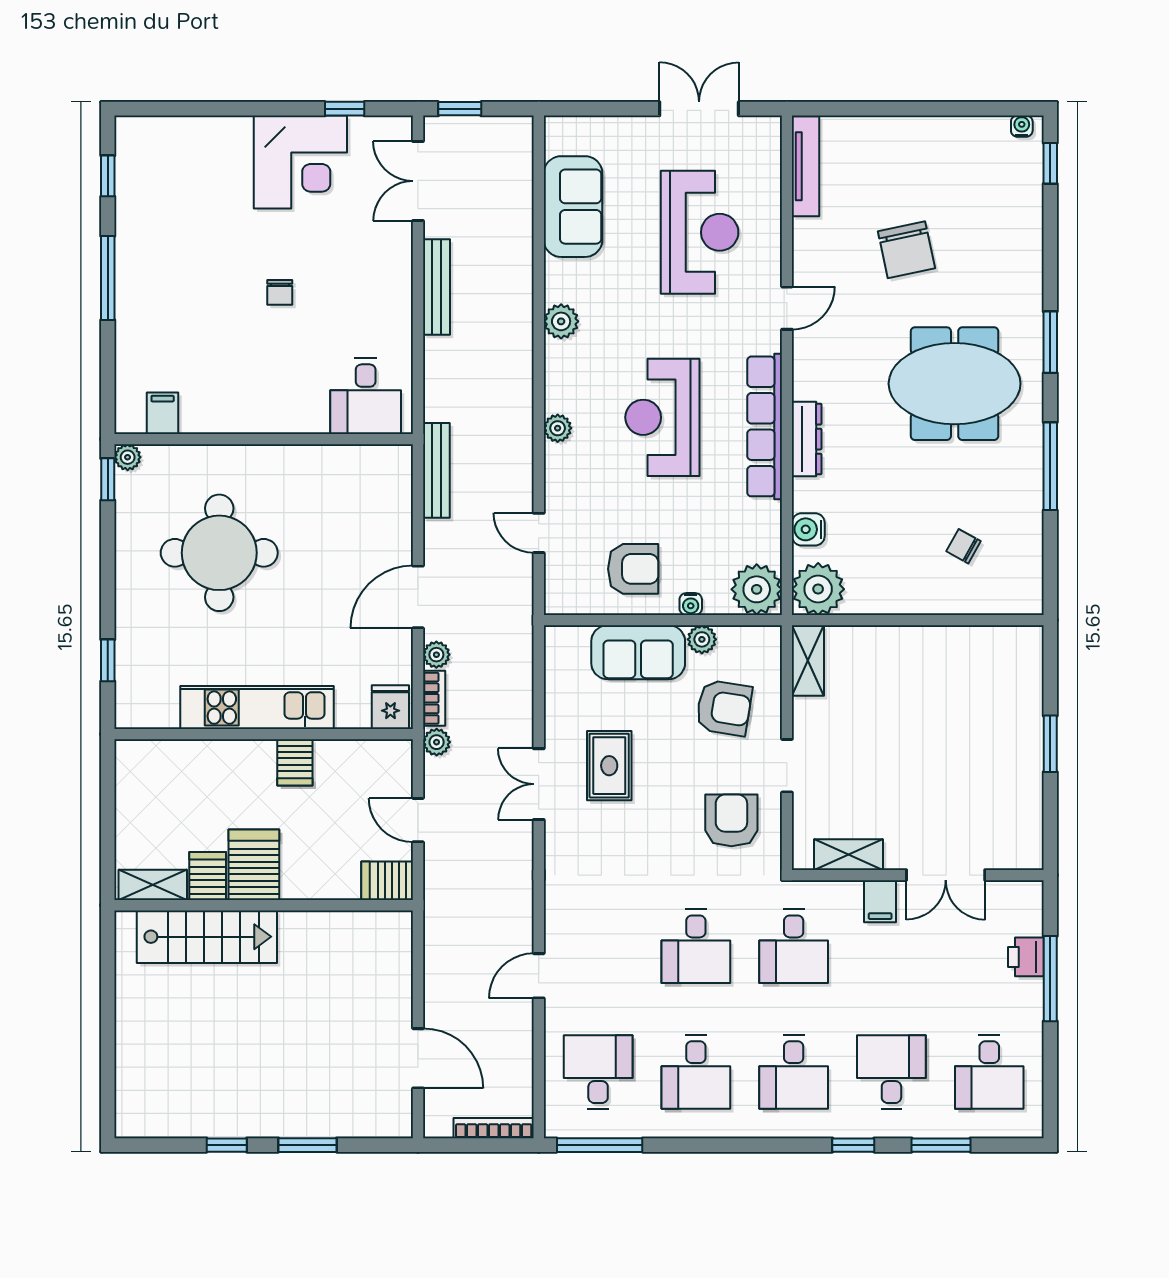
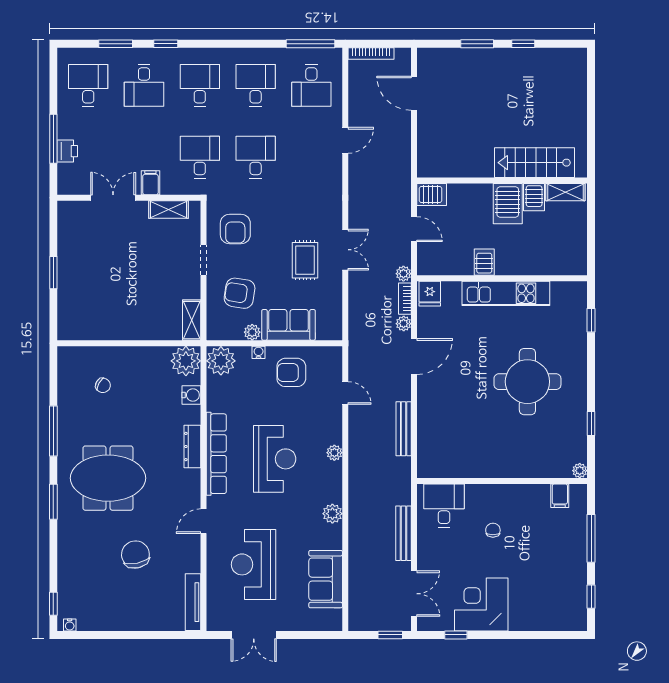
desk: (366, 396) -> (444, 505), moved
filing cabinet: (163, 413) -> (560, 496), moved
wall: (264, 439) -> (502, 481), moved
plant: (128, 457) -> (580, 471), moved

